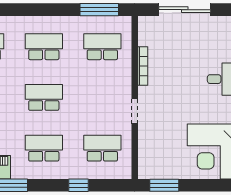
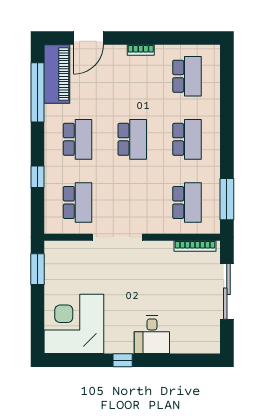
bookcase: (143, 66) -> (195, 246), moved
doorway: (135, 111) -> (117, 237), width x1.88

